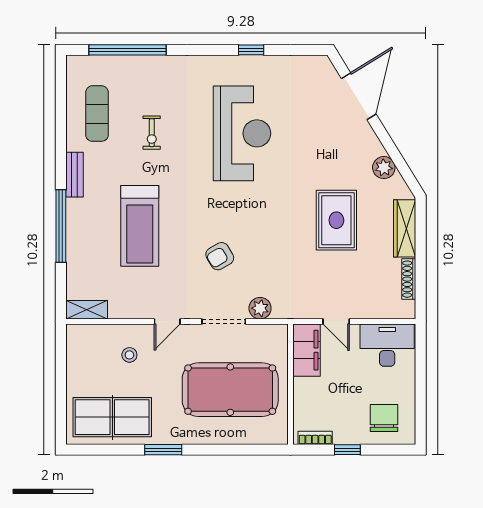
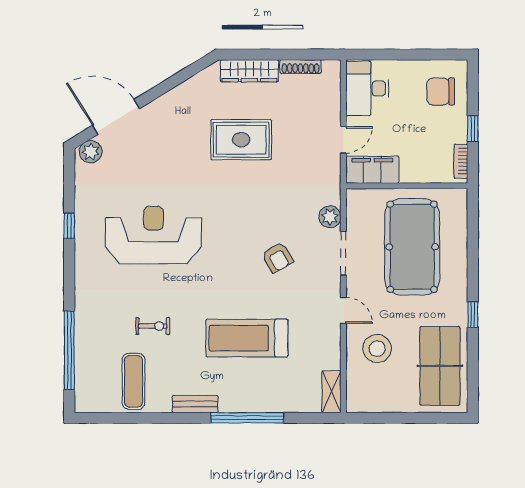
exercise mat: (97, 114) -> (133, 381), turned 90
plant: (384, 168) -> (91, 152), moved
treadmill: (140, 226) -> (247, 338), turned 180
stool: (129, 355) -> (377, 349), width x1.89, depth x1.89
window: (163, 450) -> (473, 314), width x0.67

